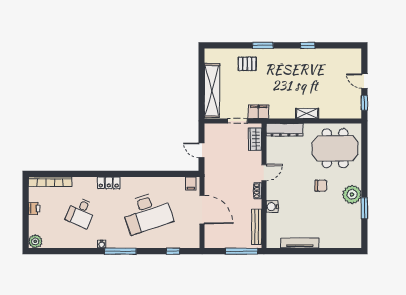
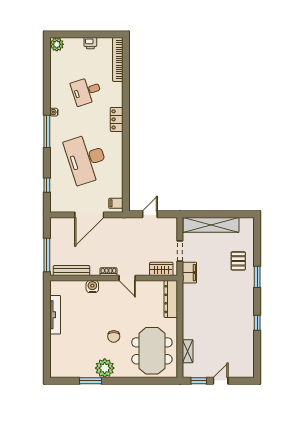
shelving: (307, 113) -> (188, 351), moved
desk: (81, 212) -> (86, 91), turned -42

